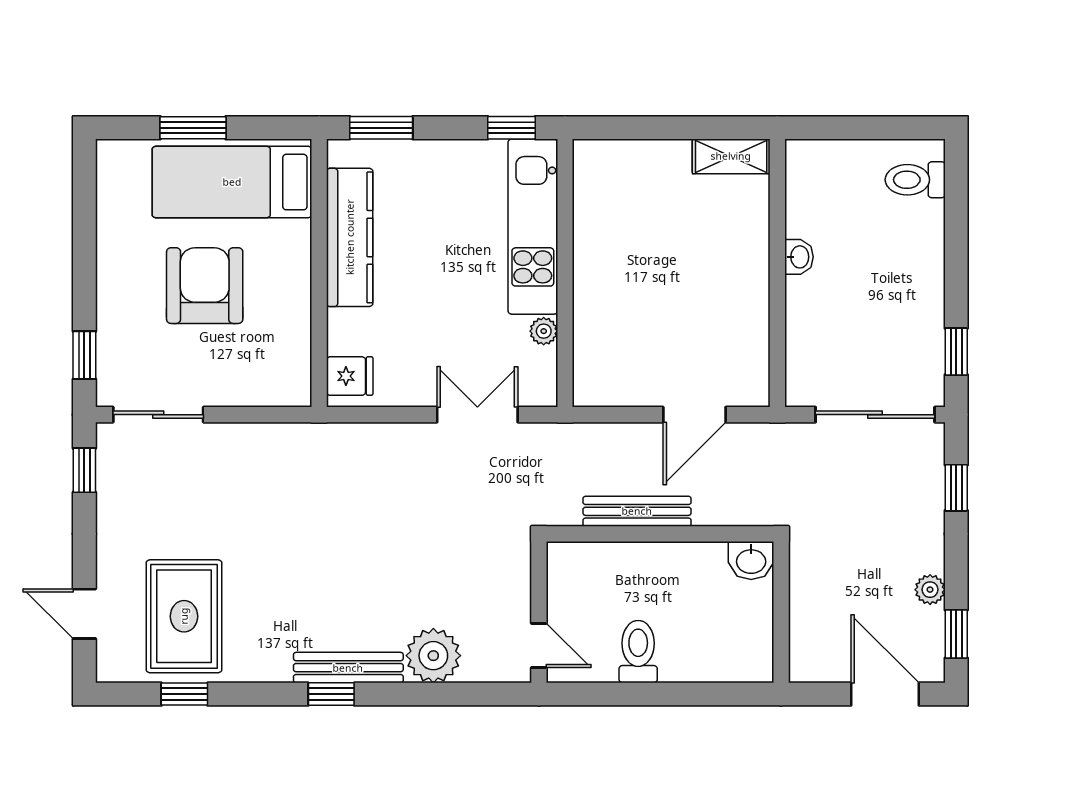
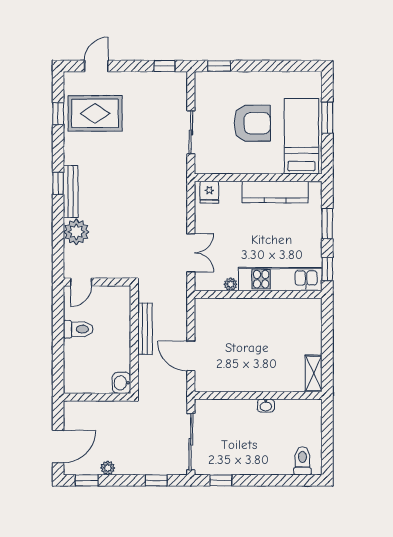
window: (381, 128) -> (327, 224), moved
sliding door: (158, 415) -> (191, 132), moved

